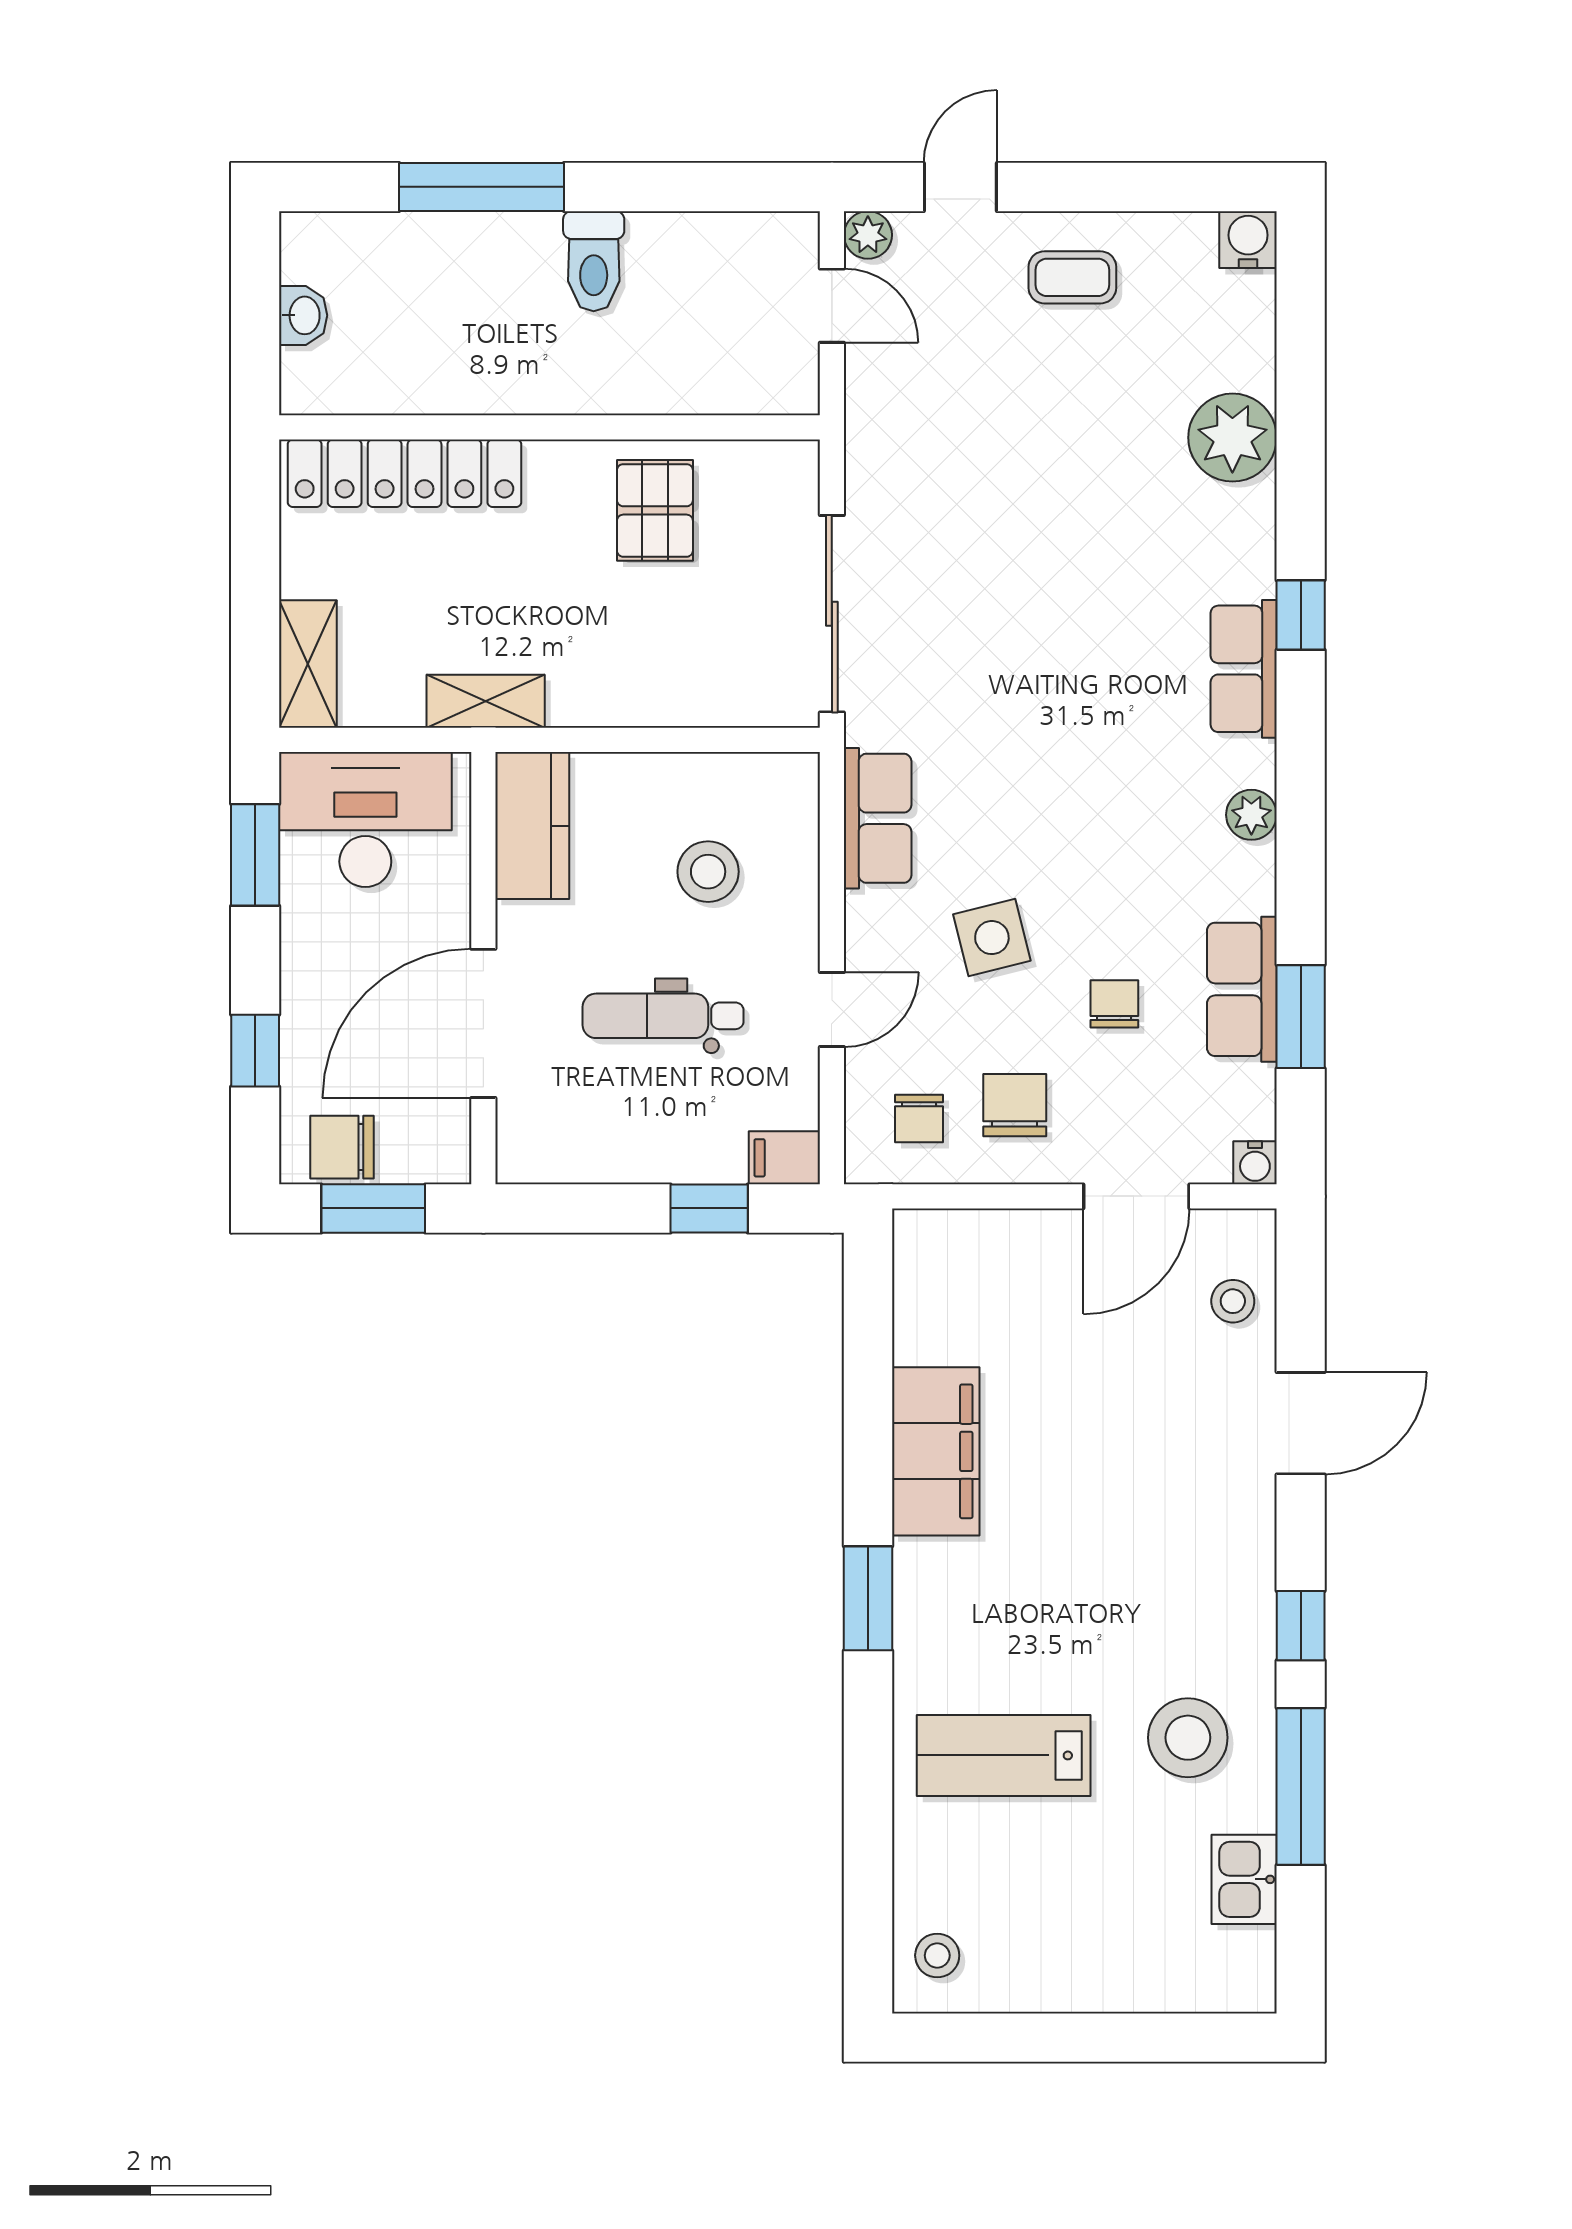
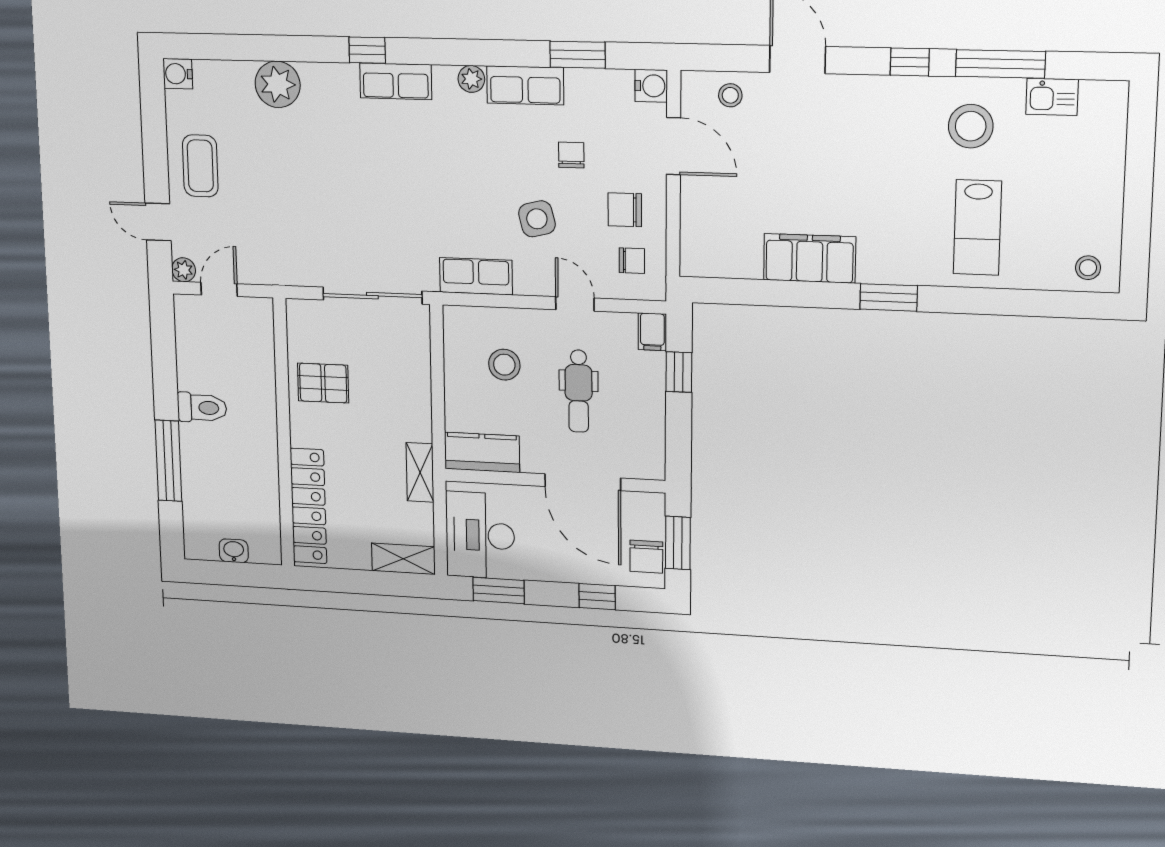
coffee table: (1072, 277) -> (200, 166), width x1.36, depth x1.30
row of seats: (1242, 989) -> (525, 85), moved
chair: (1114, 1004) -> (571, 155), turned 90
water cooler: (1255, 1163) -> (651, 86), width x1.38, depth x1.38

